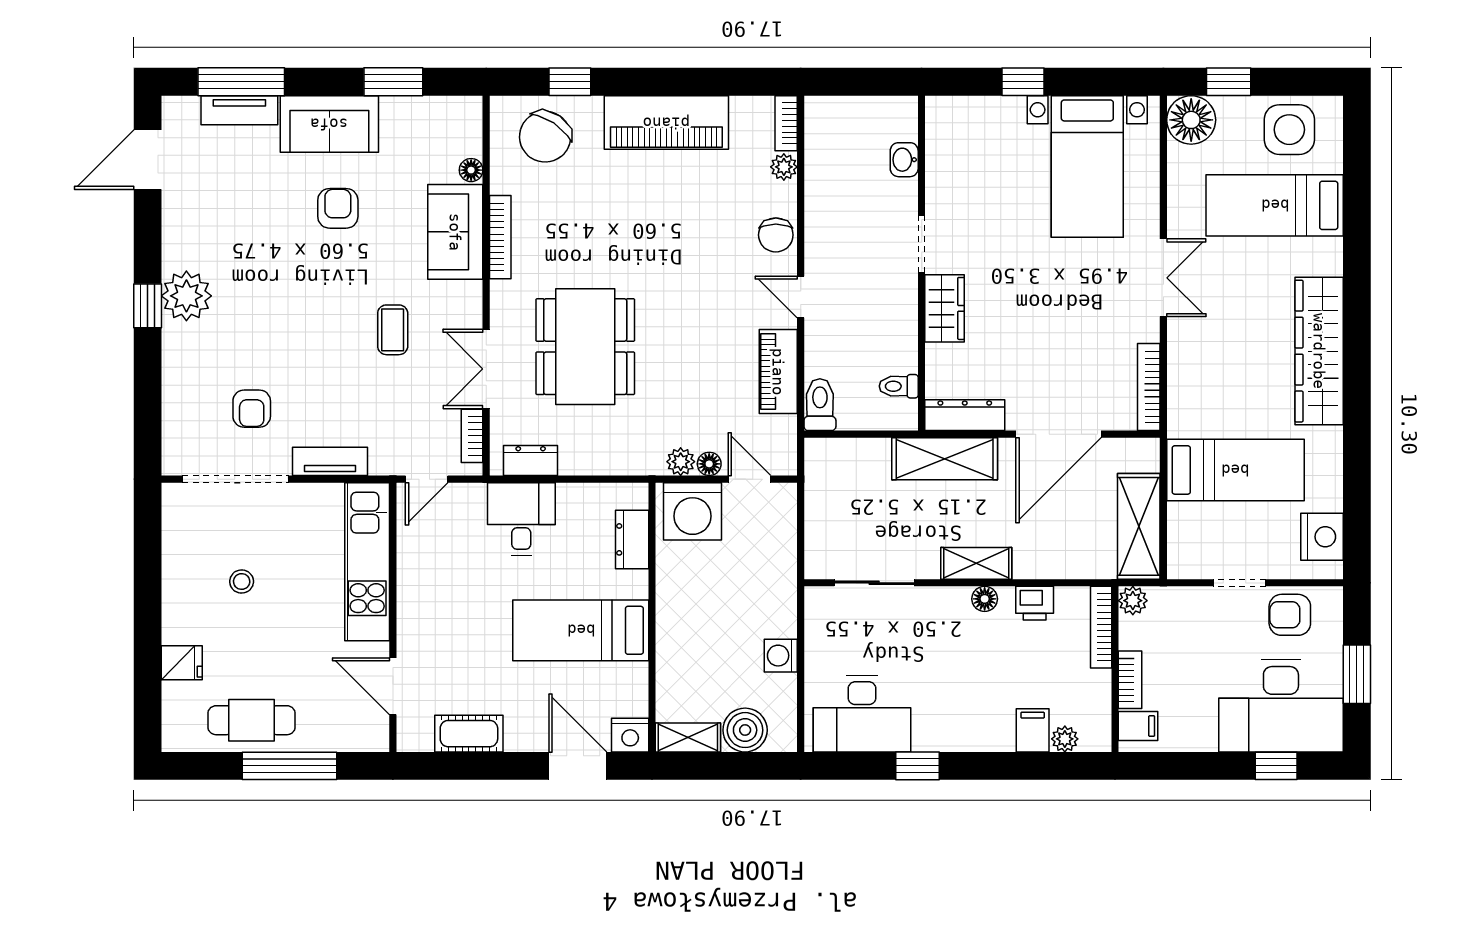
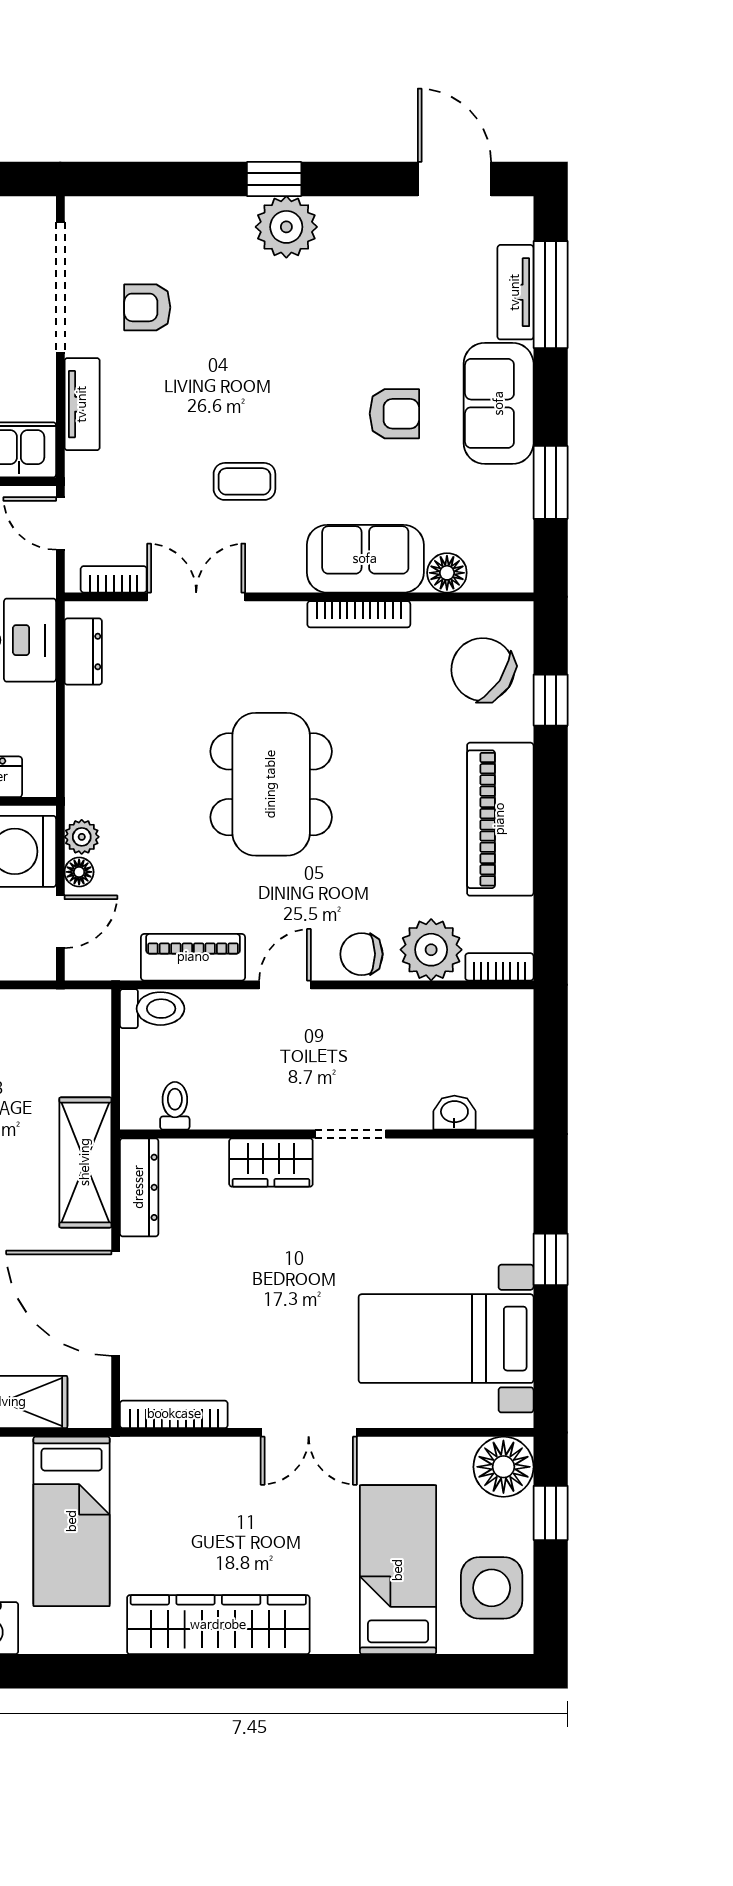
plant: (784, 167) -> (431, 950), width x1.88, depth x1.88
floor lamp: (471, 170) -> (447, 573), width x1.37, depth x1.37
dining table: (585, 347) -> (271, 784), moved, turned 90

